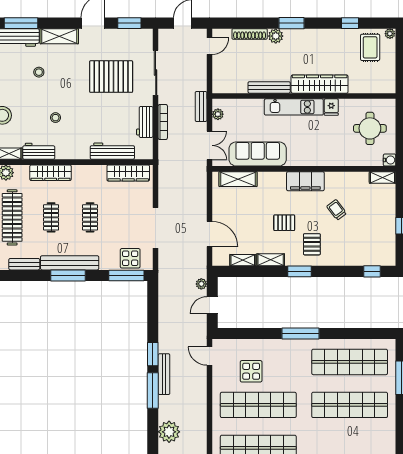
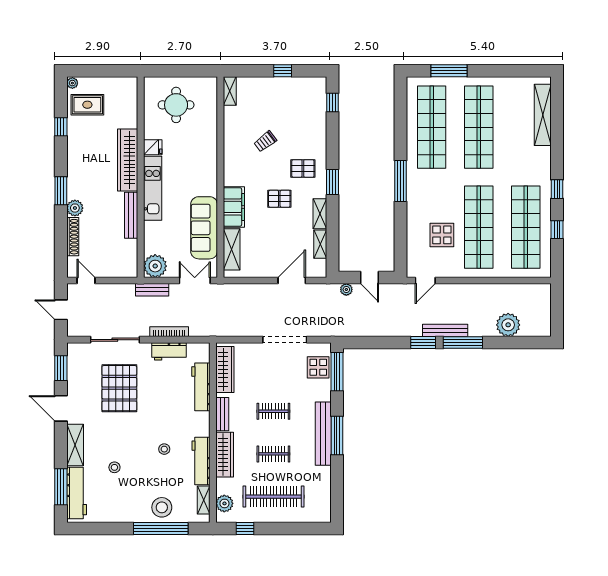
plant: (218, 114) -> (155, 266), width x1.88, depth x1.88
workbench: (39, 151) -> (201, 461), width x1.37
water cooler: (390, 160) -> (211, 83), removed
filing cabinet: (305, 181) -> (234, 207), moved
pallet: (284, 223) -> (279, 199), turned 90
bench: (24, 264) -> (222, 414), moved

